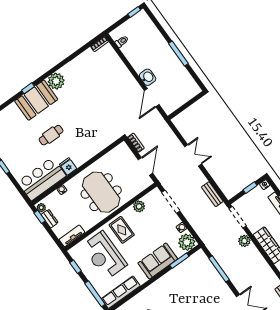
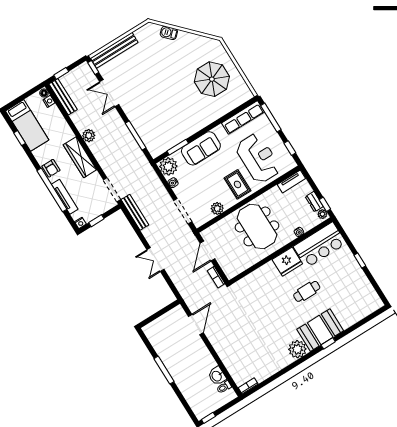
washbasin: (148, 77) -> (217, 376), moved
fridge: (68, 166) -> (287, 262), width x1.88, depth x1.34
bench: (212, 194) -> (135, 212), width x1.36
plant: (244, 241) -> (89, 136), moved

